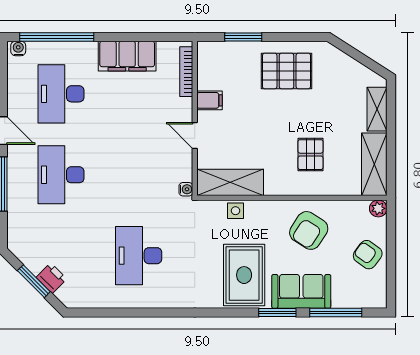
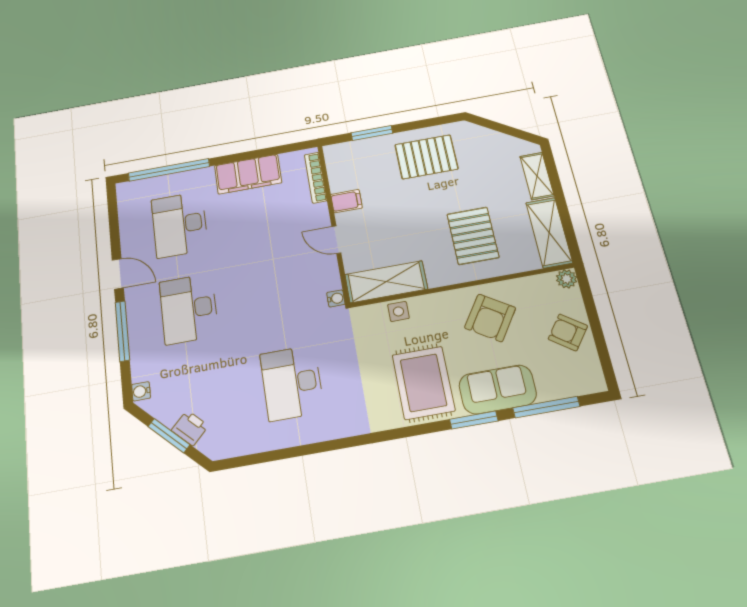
water cooler: (18, 48) -> (141, 391), moved, turned -90
pallet: (311, 155) -> (473, 236), width x1.50, depth x1.42

